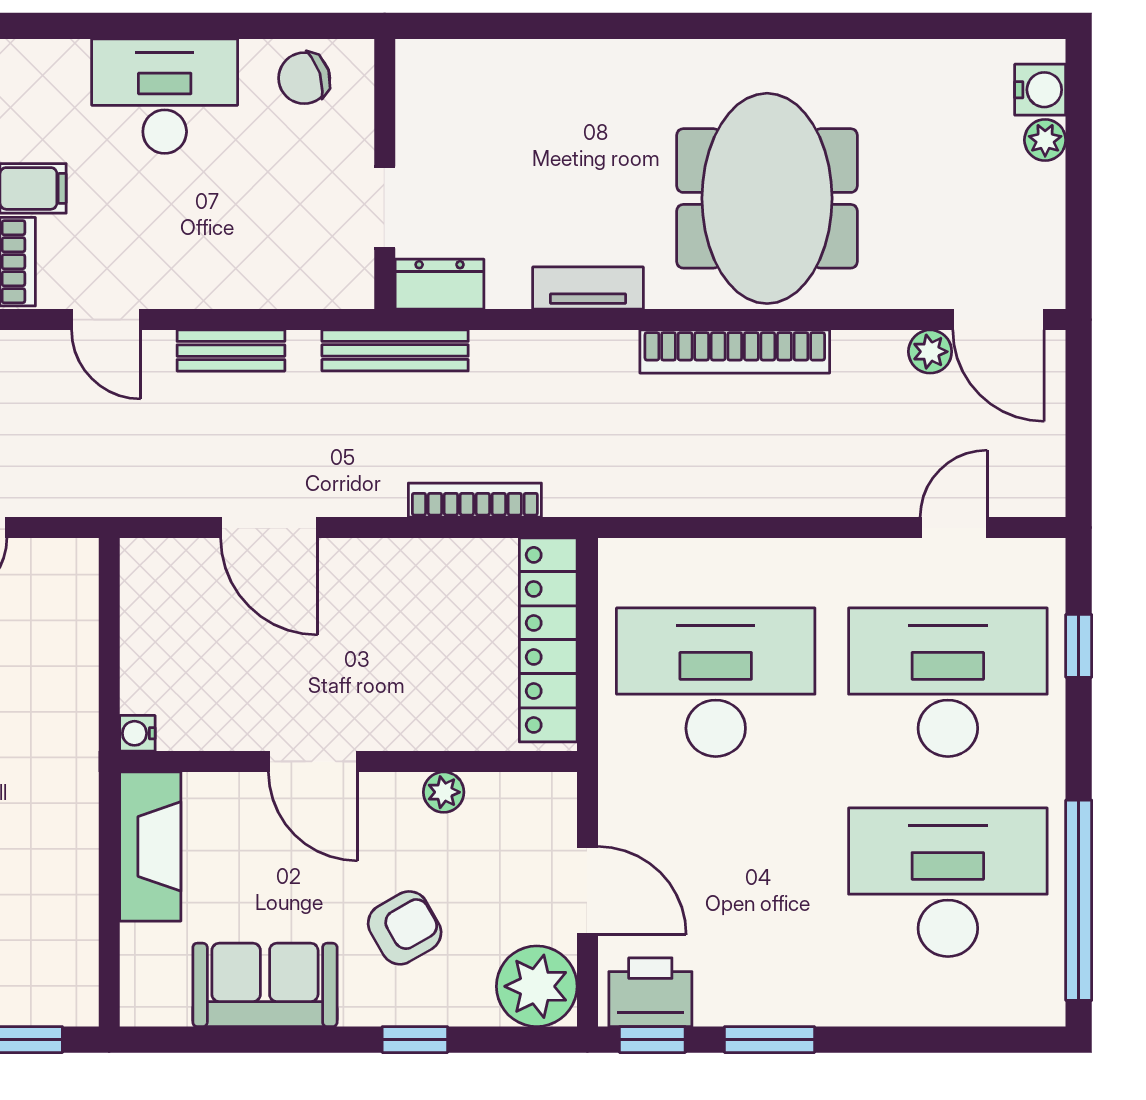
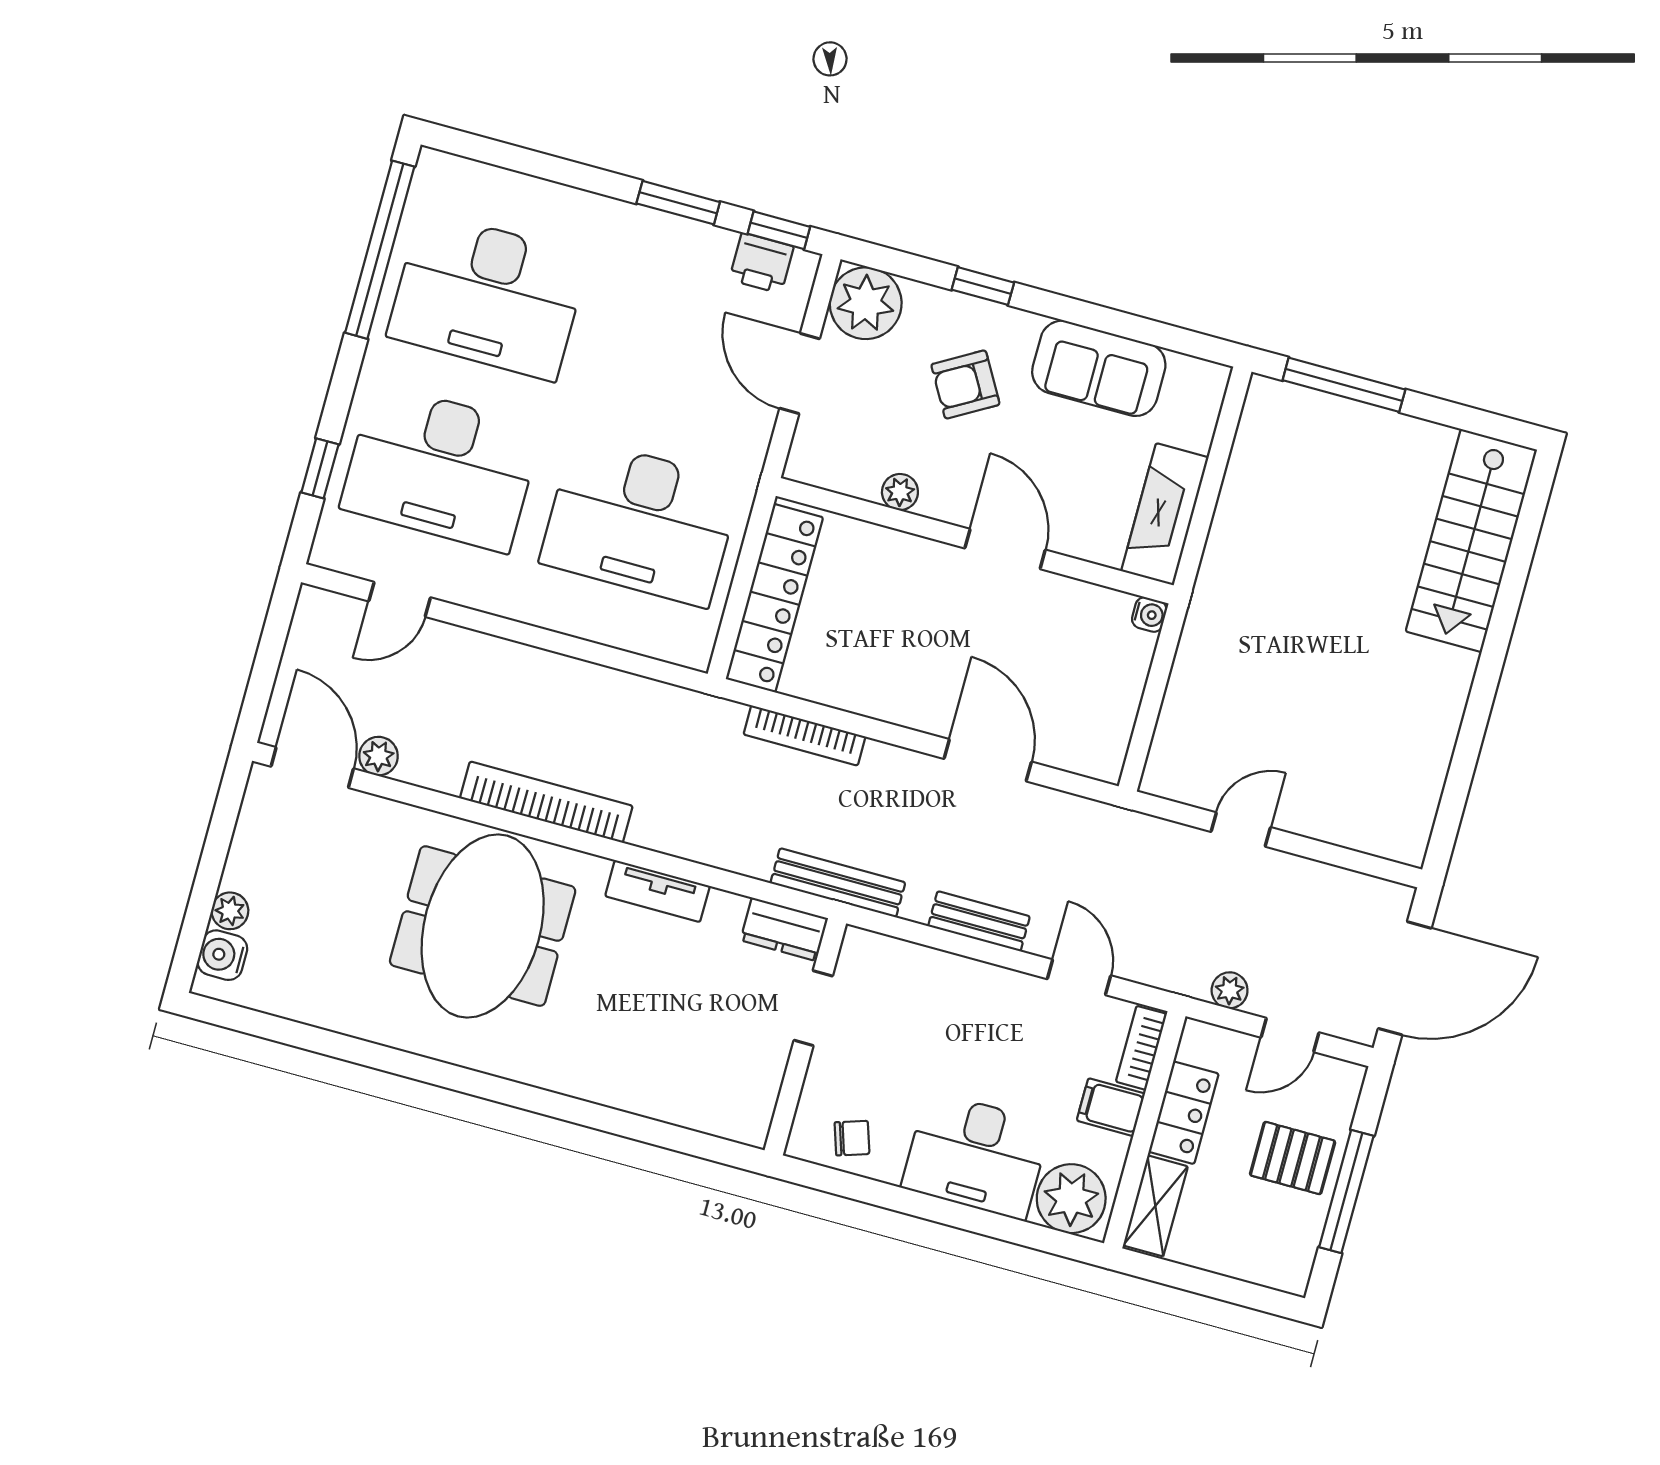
plant: (49, 78) -> (1071, 1199), added
chair: (304, 78) -> (852, 1138), width x0.73, depth x0.73
printer: (650, 992) -> (761, 263), width x0.73, depth x0.81

